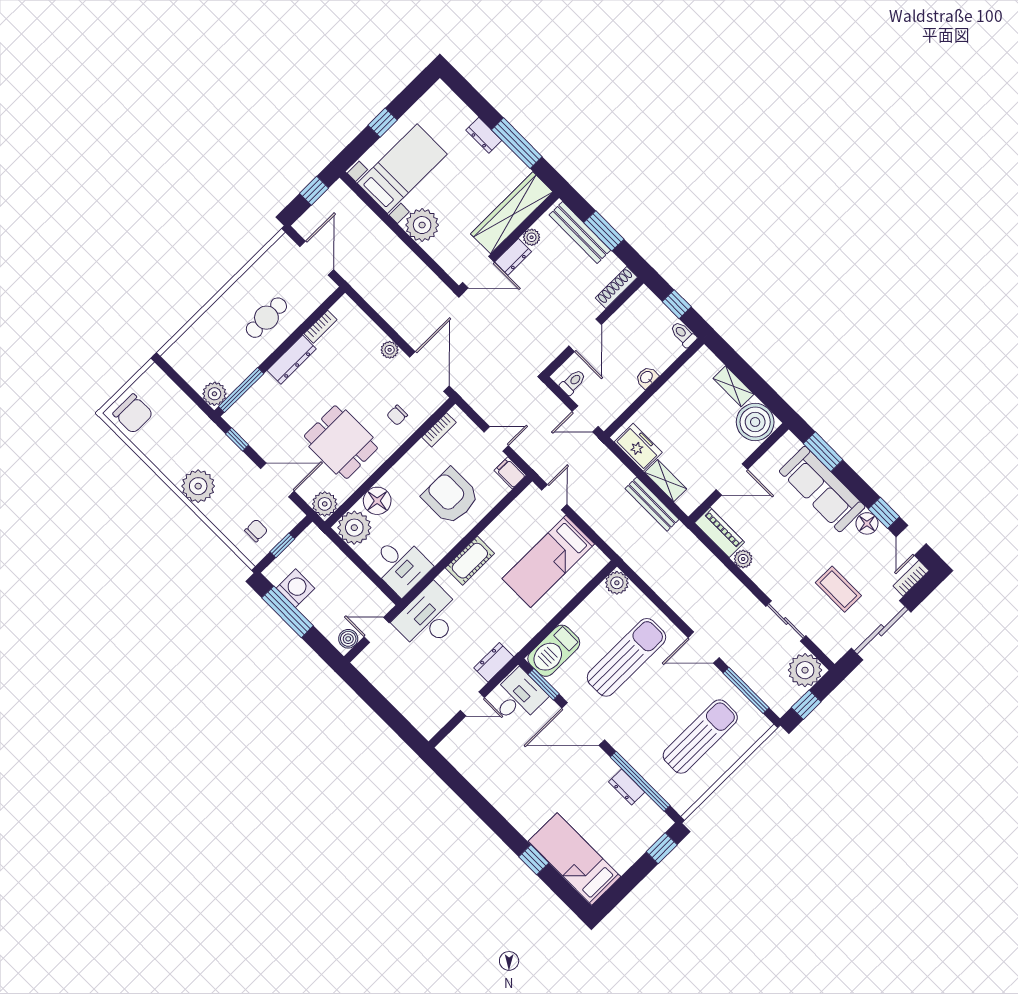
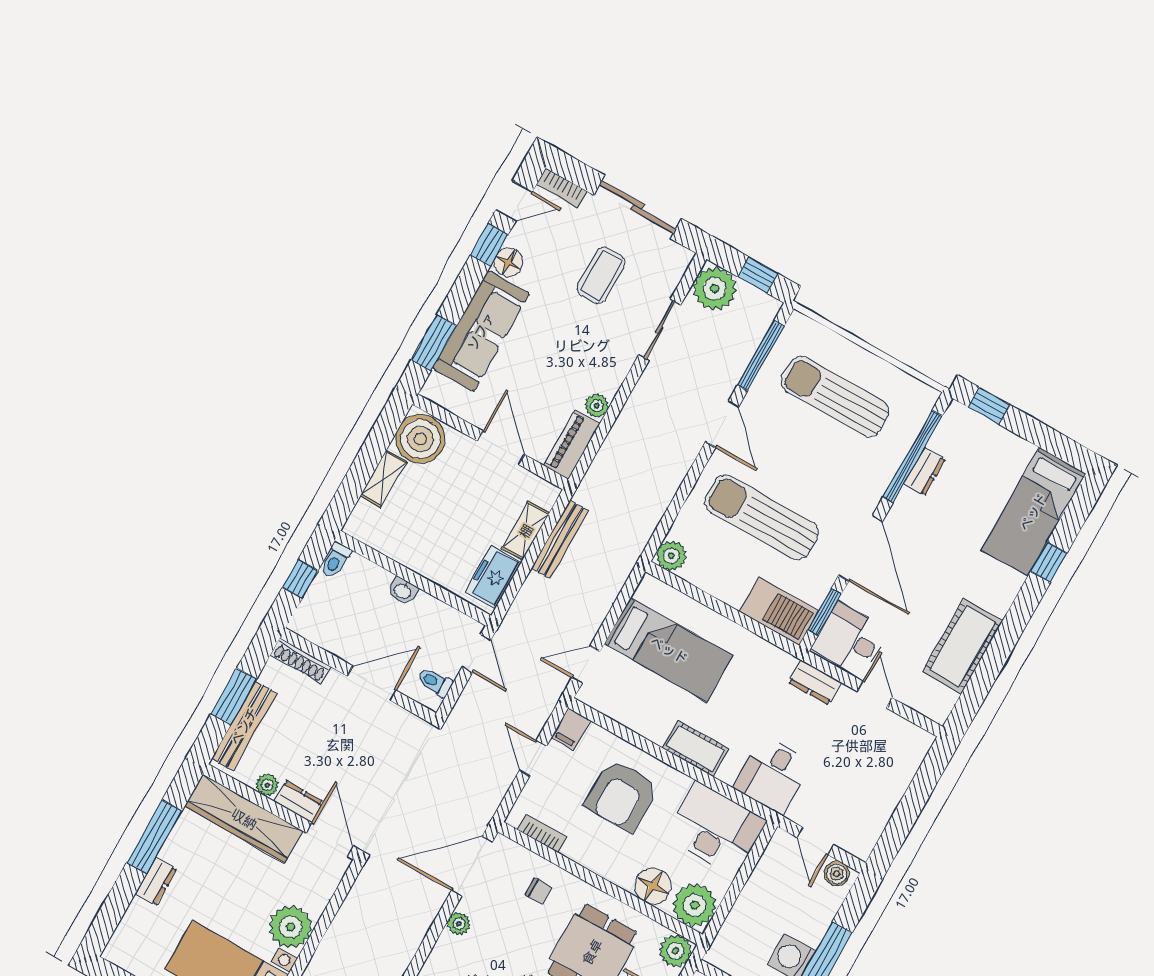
desk: (400, 565) -> (716, 828), width x1.37
desk: (429, 618) -> (773, 775), width x0.73
cot: (490, 779) -> (963, 646), added

